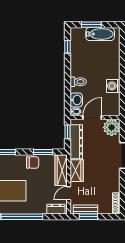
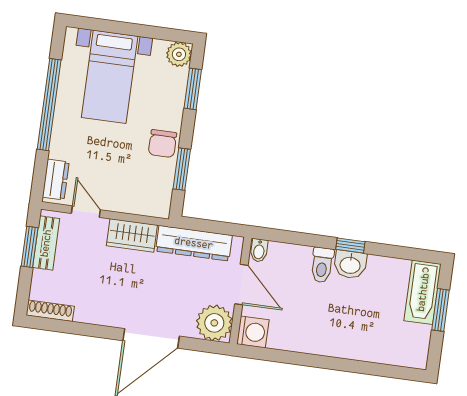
bathtub: (100, 34) -> (423, 292), moved
window: (68, 47) -> (350, 245), moved
washing machine: (113, 86) -> (253, 332), moved, turned 90
washbasin: (76, 100) -> (350, 265), moved
window: (68, 132) -> (218, 227), removed
wardrobe: (61, 170) -> (137, 202), removed

